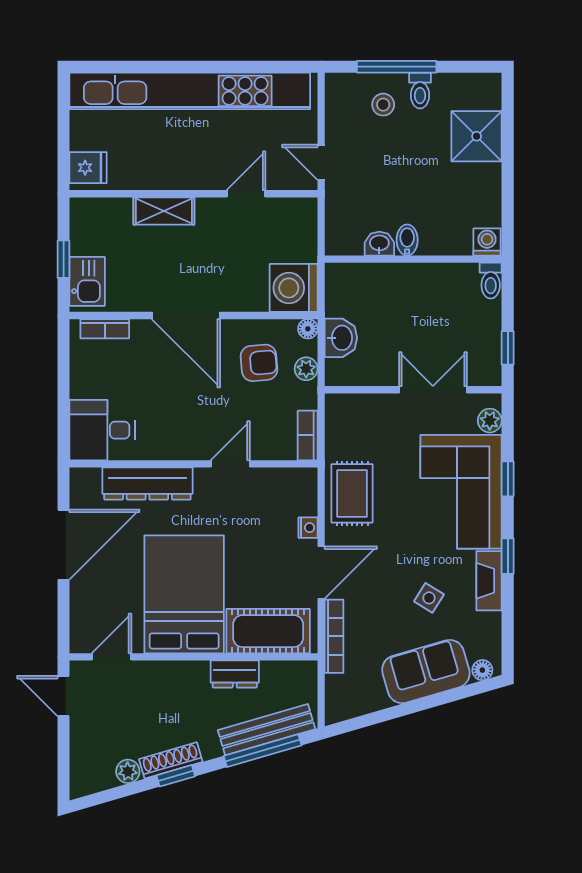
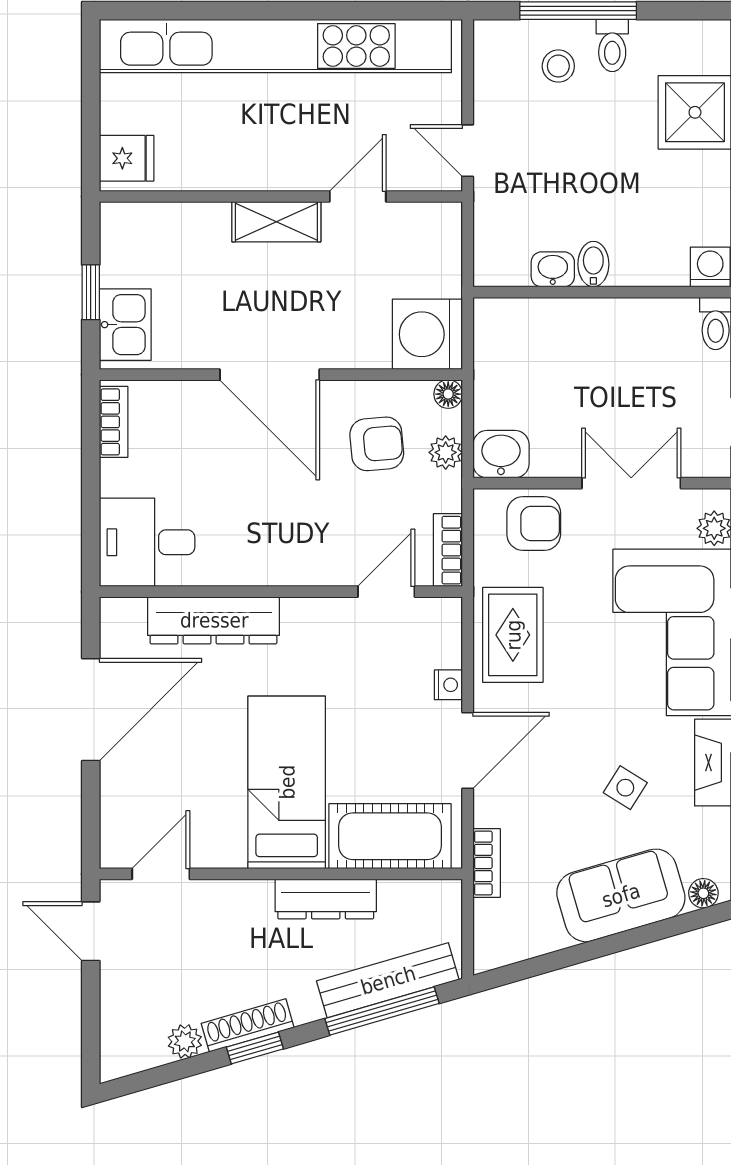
shelving: (164, 211) -> (276, 222), moved
bookcase: (105, 329) -> (114, 422), moved, turned -90
washbasin: (341, 338) -> (501, 454), moved, turned -90
armchair: (366, 417) -> (534, 523), added
door: (230, 464) -> (386, 592), moved
bed: (184, 594) -> (287, 782), width x0.67
bookcase: (334, 636) -> (487, 863), width x0.64
dresser: (235, 674) -> (326, 899), width x1.44

